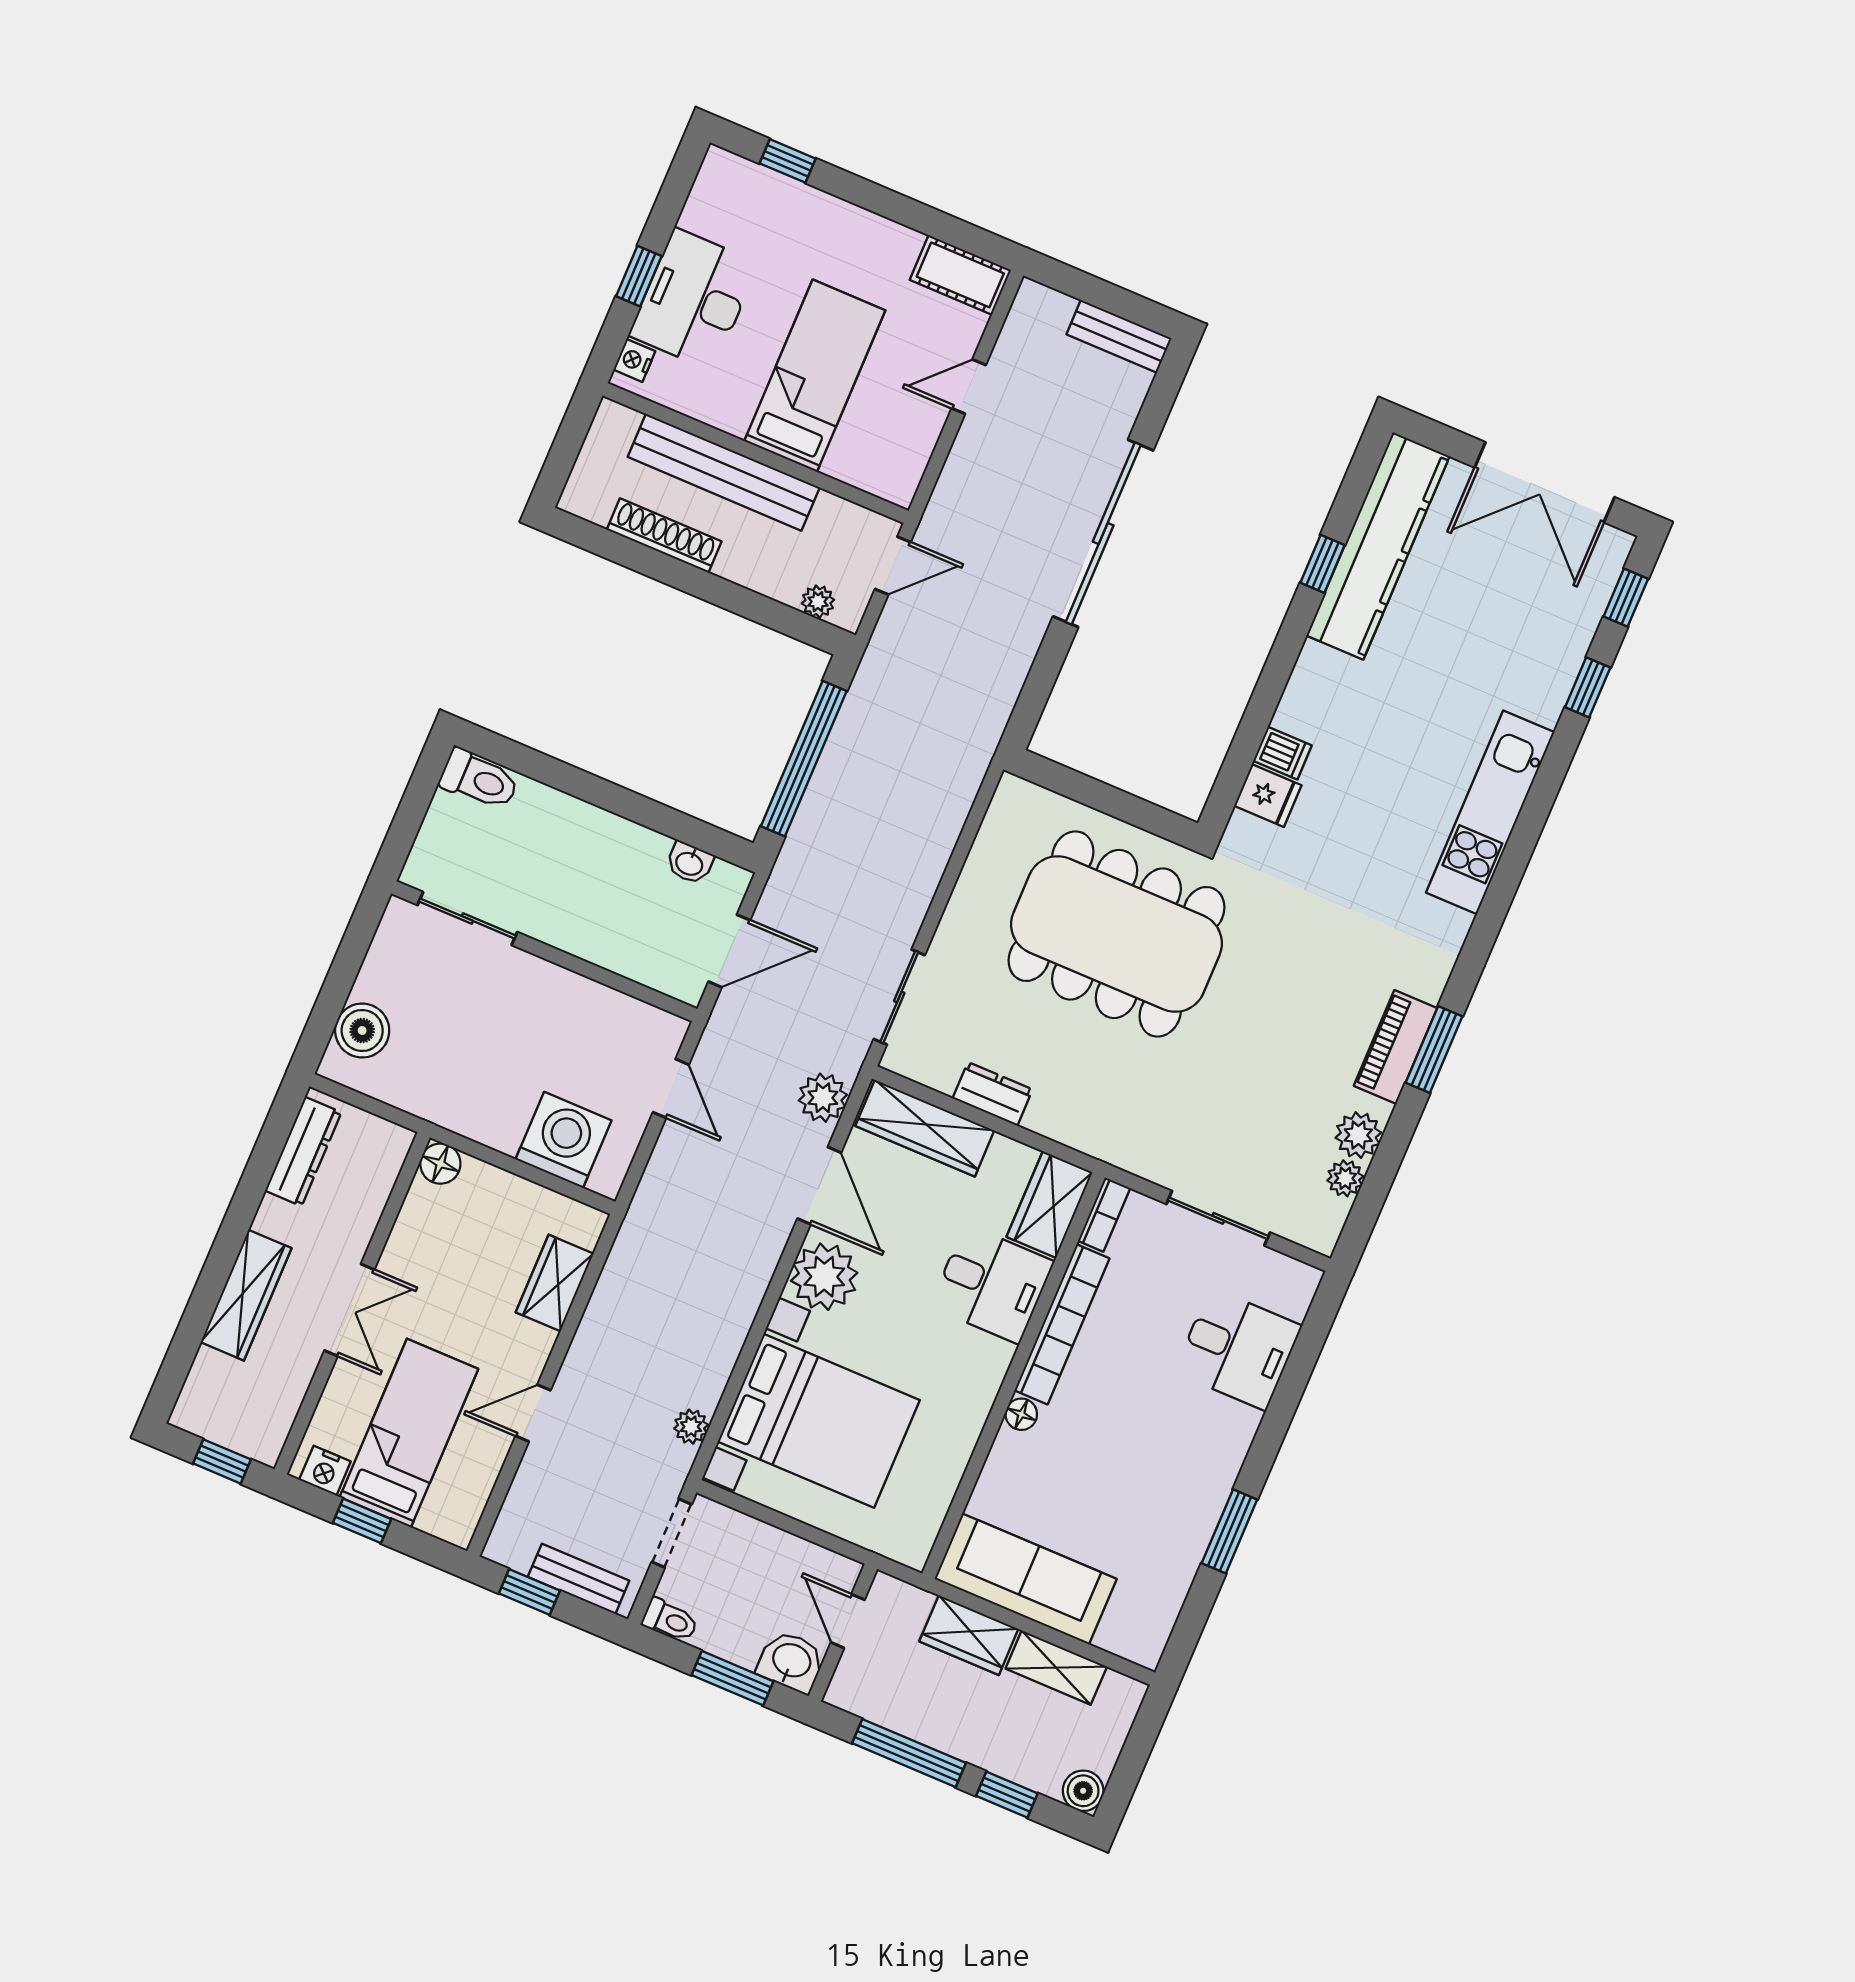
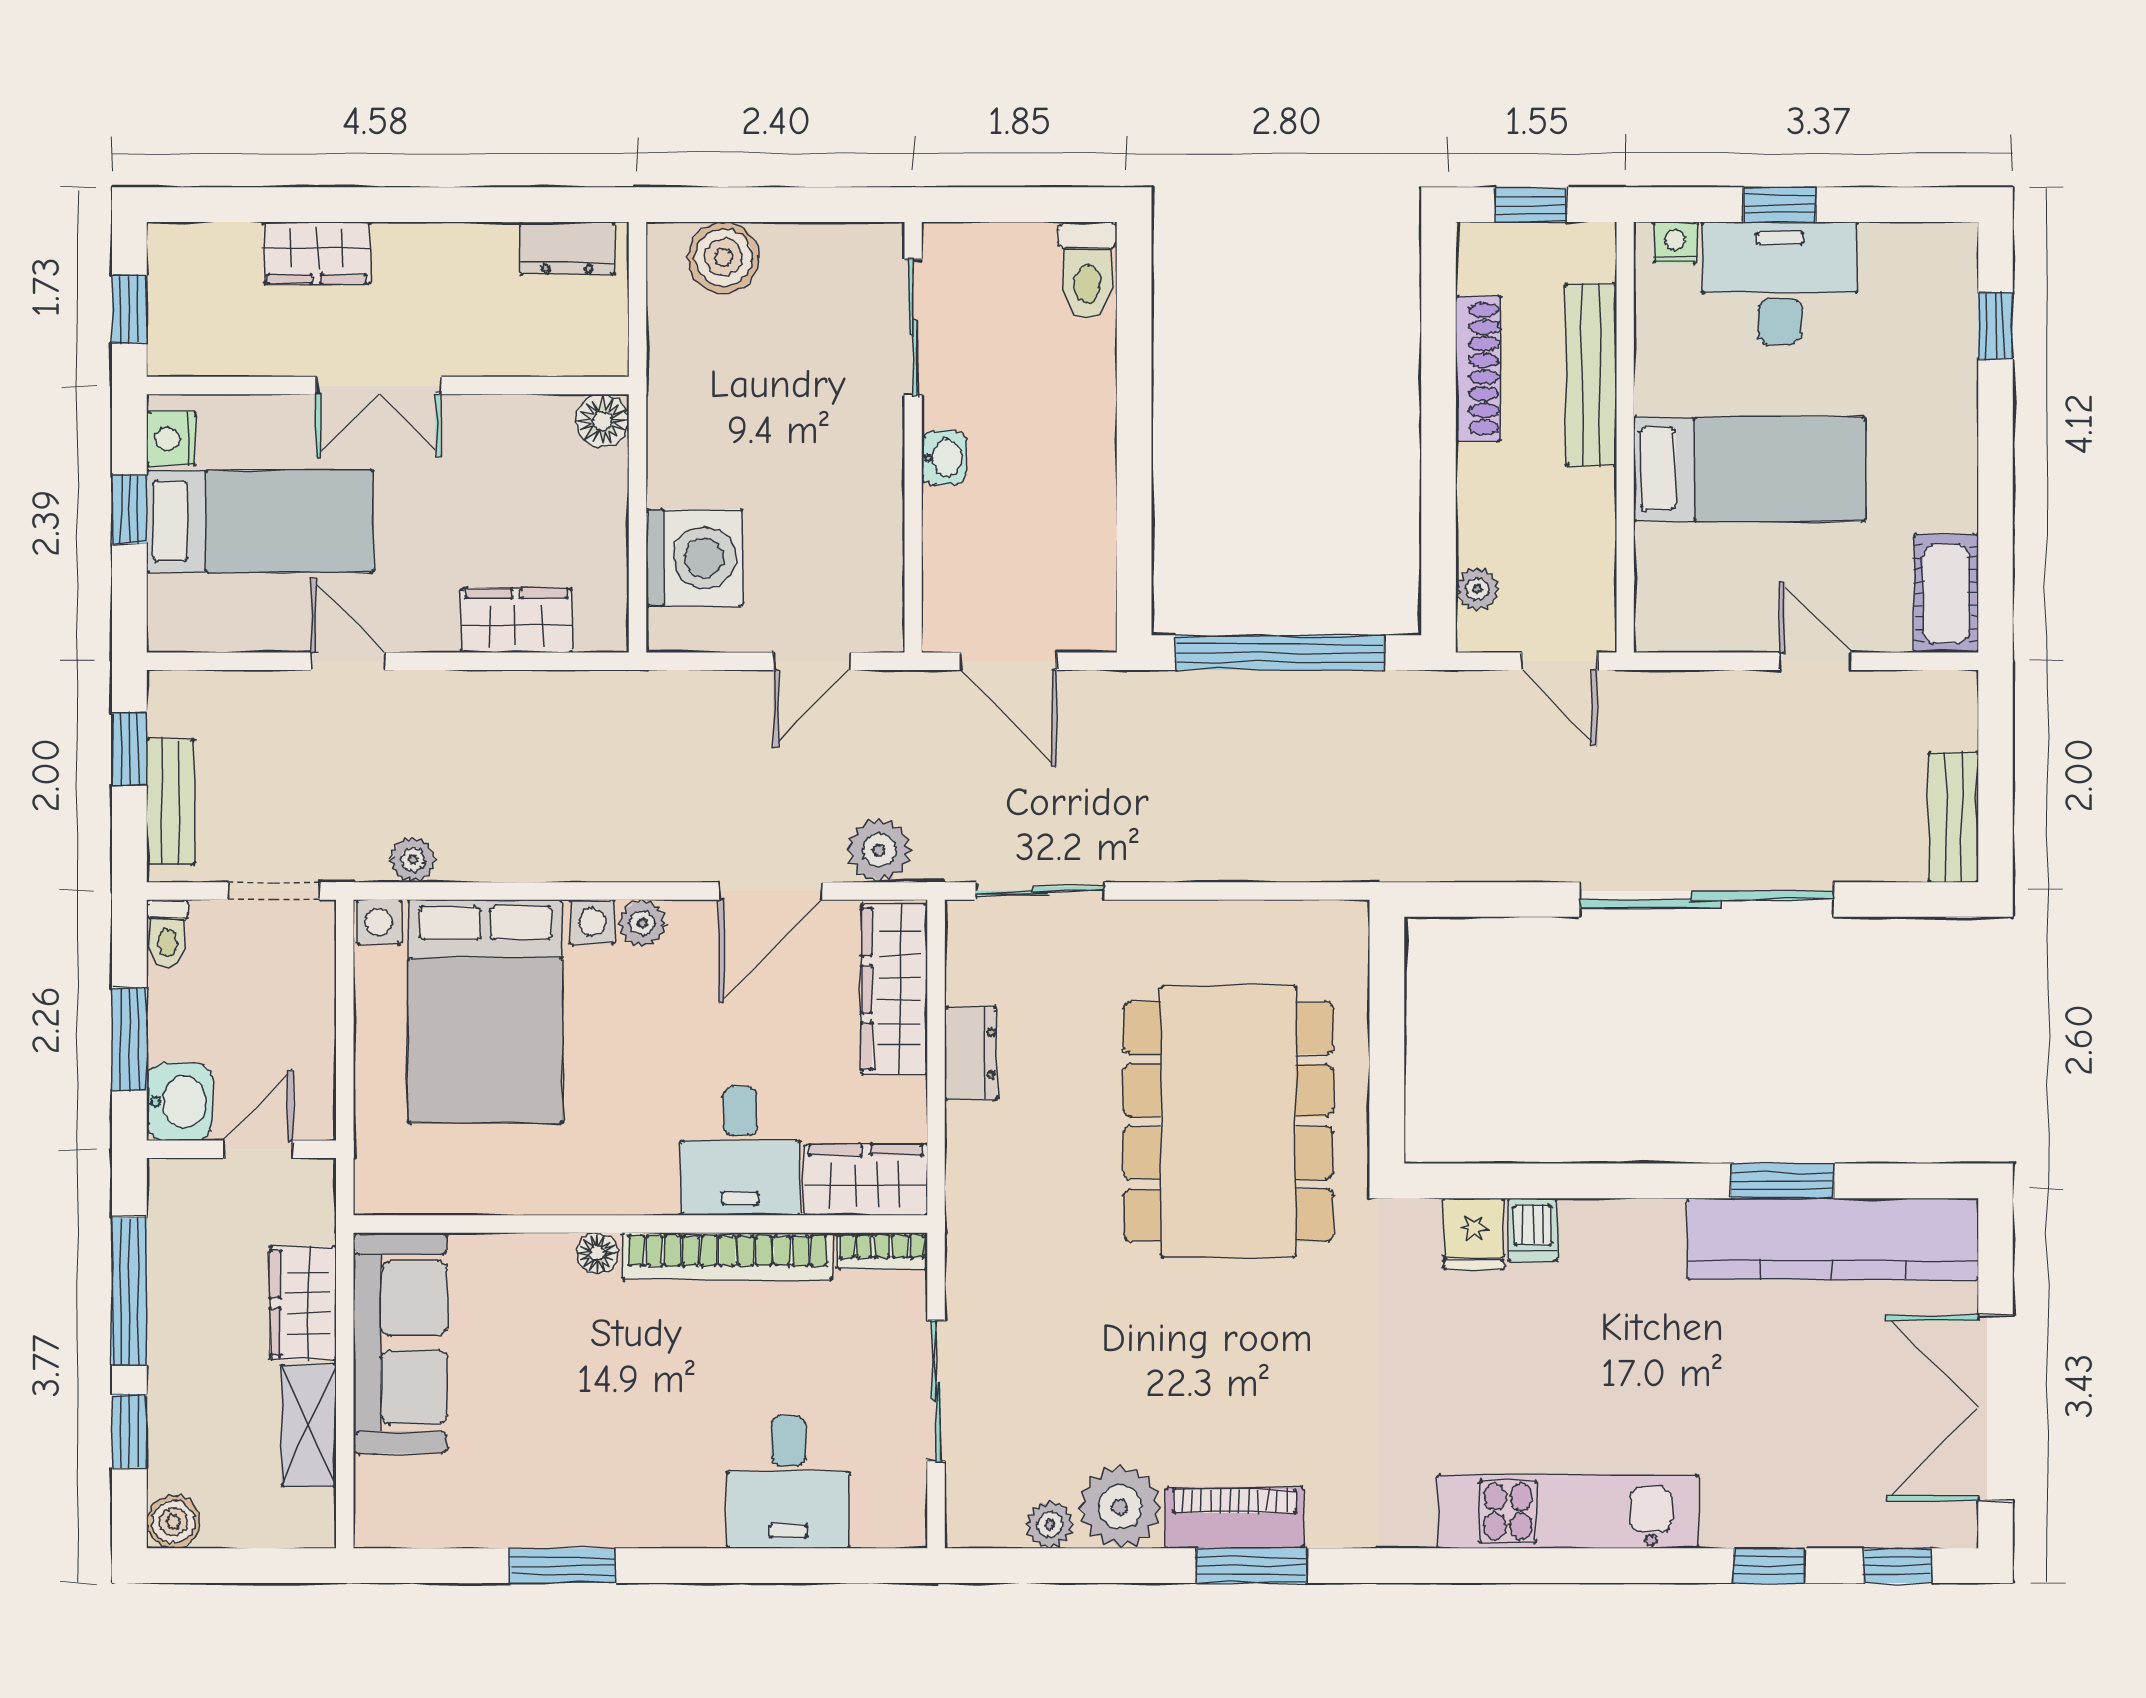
window: (565, 450) -> (1531, 205), added
bench: (724, 472) -> (1591, 375), width x0.73, depth x0.82
window: (1323, 564) -> (1782, 1181), width x1.50
washbasin: (690, 863) -> (944, 458), moved, turned 180
plant: (1358, 1135) -> (1120, 1507), width x1.36, depth x1.36
dresser: (303, 1151) -> (567, 248), width x0.70
plant: (824, 1277) -> (642, 923), width x0.53, depth x0.53
wardrobe: (246, 1295) -> (316, 253), width x0.67

